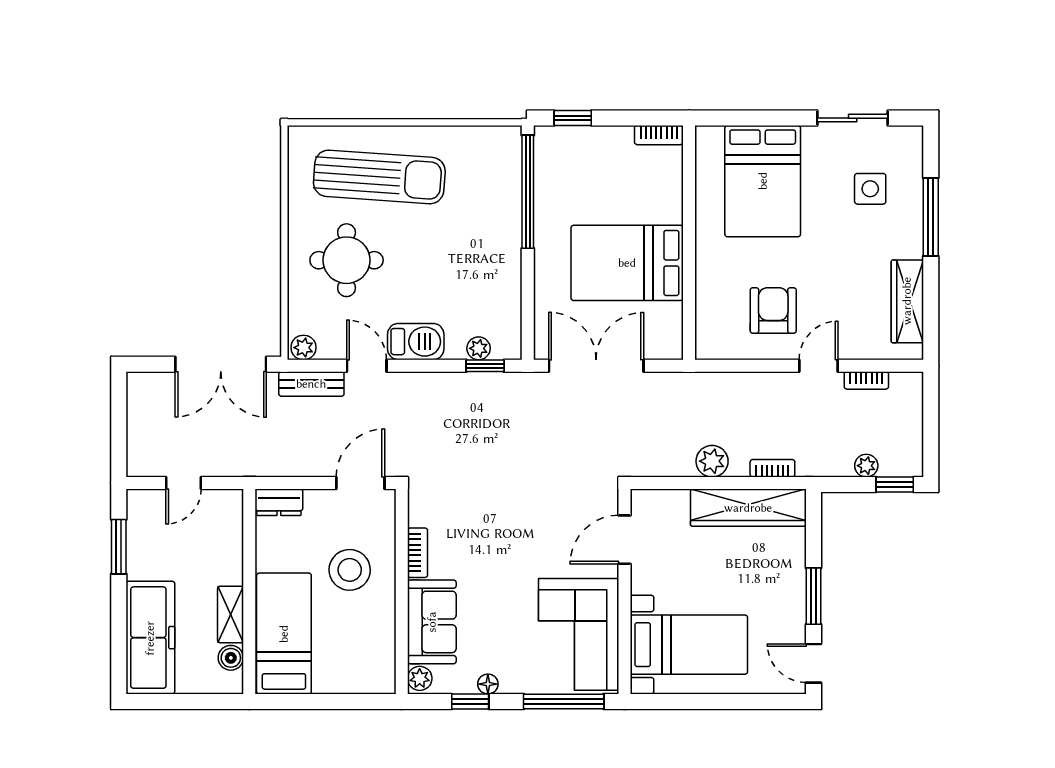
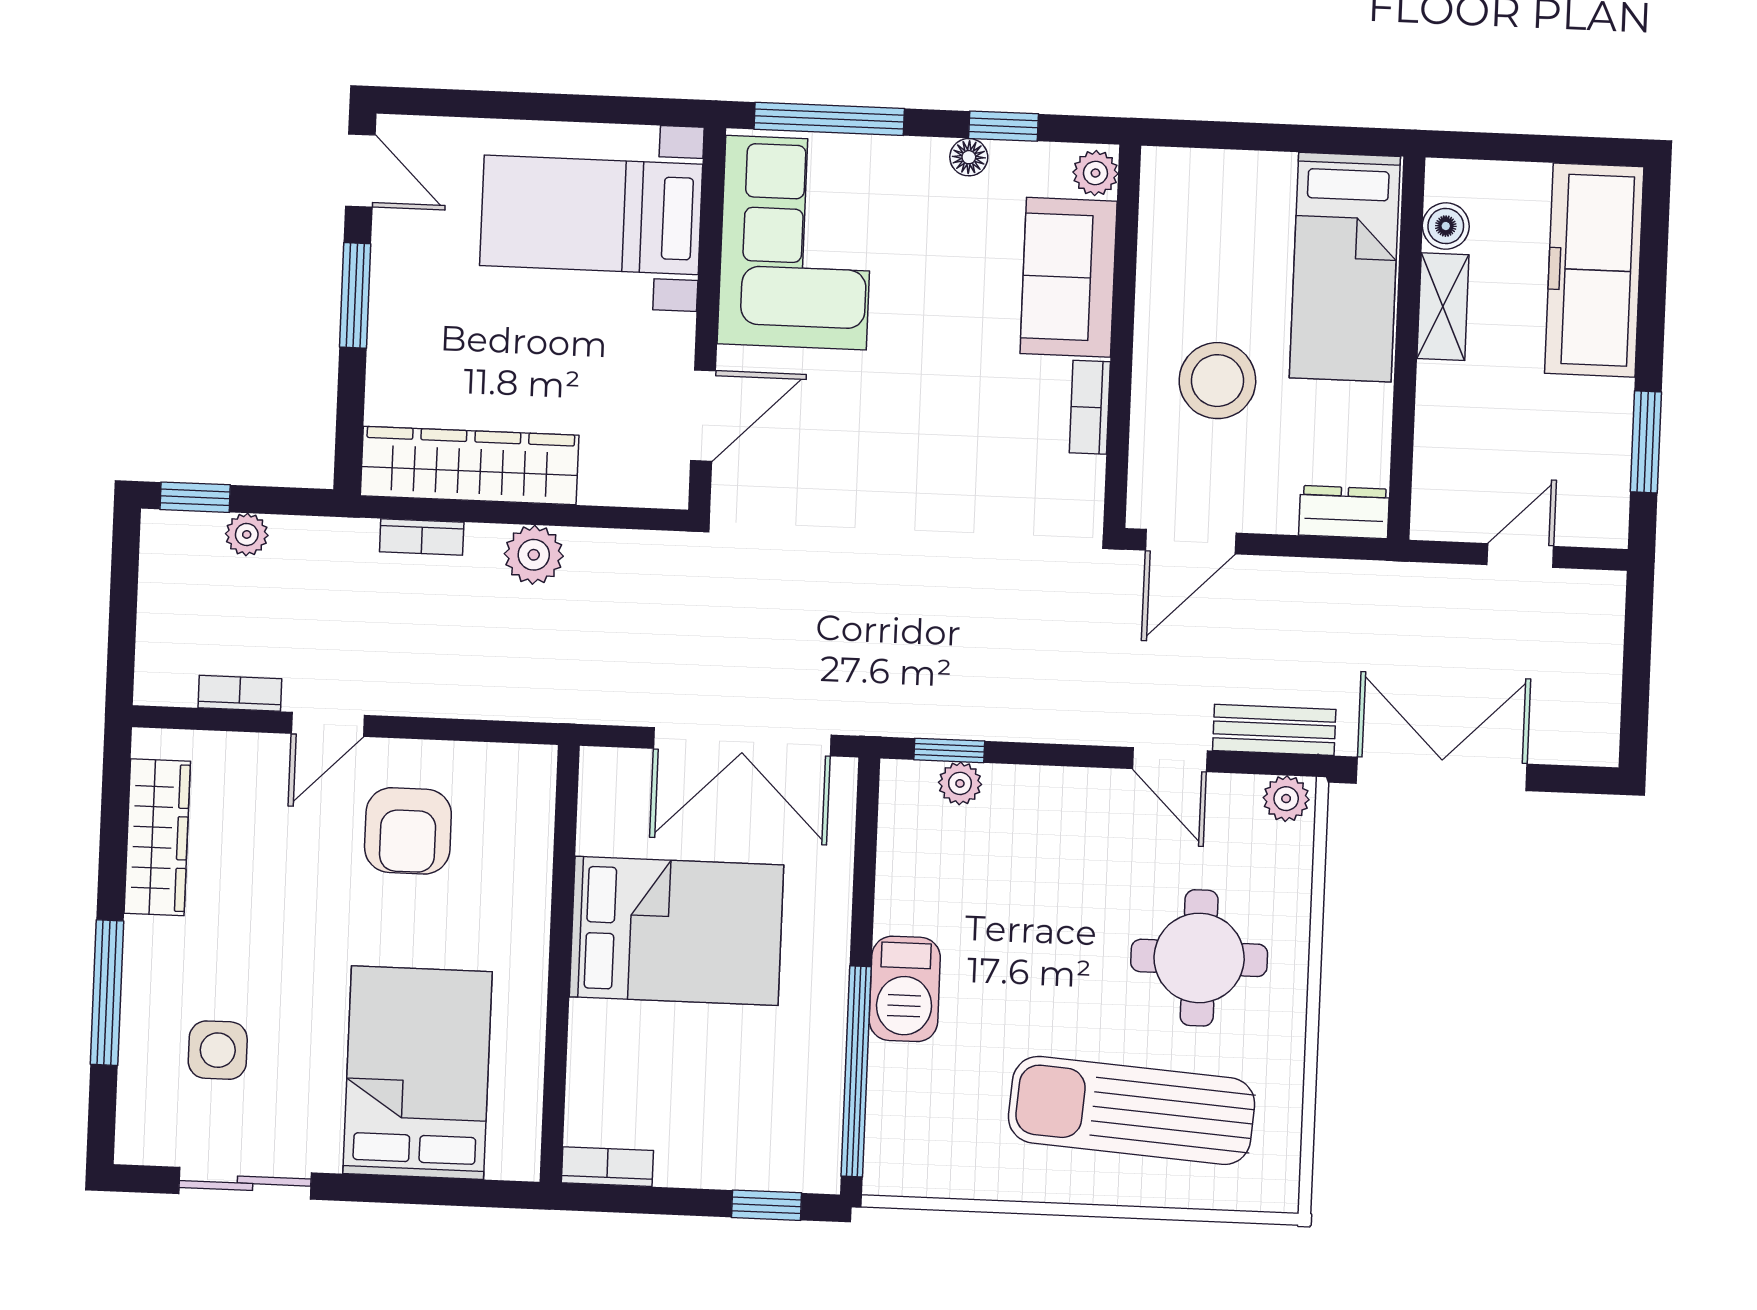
barbecue: (416, 342) -> (905, 989), moved, turned -90

